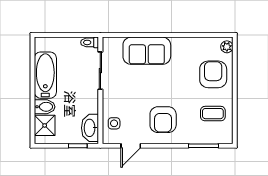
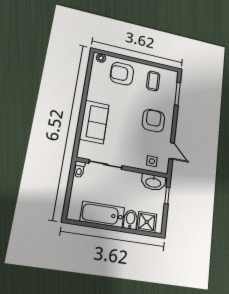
armchair: (163, 120) -> (153, 121), turned -90

